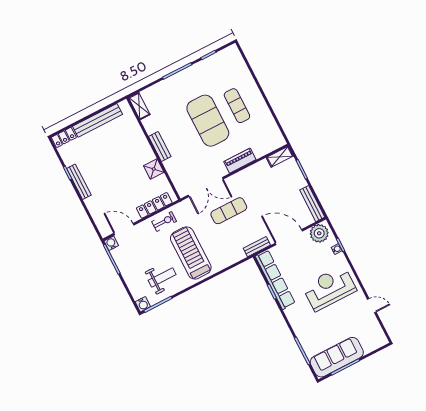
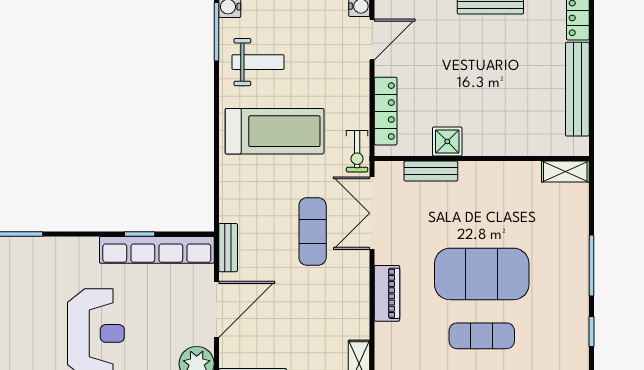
bench: (160, 147) -> (431, 171), moved
exercise bike: (164, 222) -> (357, 151), moved
weight bench: (162, 277) -> (258, 62), turned -90

